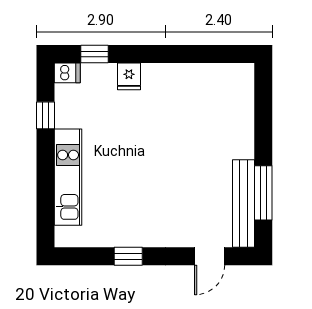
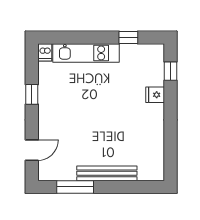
dishwasher: (67, 73) -> (45, 52), moved
bench: (243, 203) -> (107, 173), moved
door: (210, 256) -> (32, 150), swing flipped

